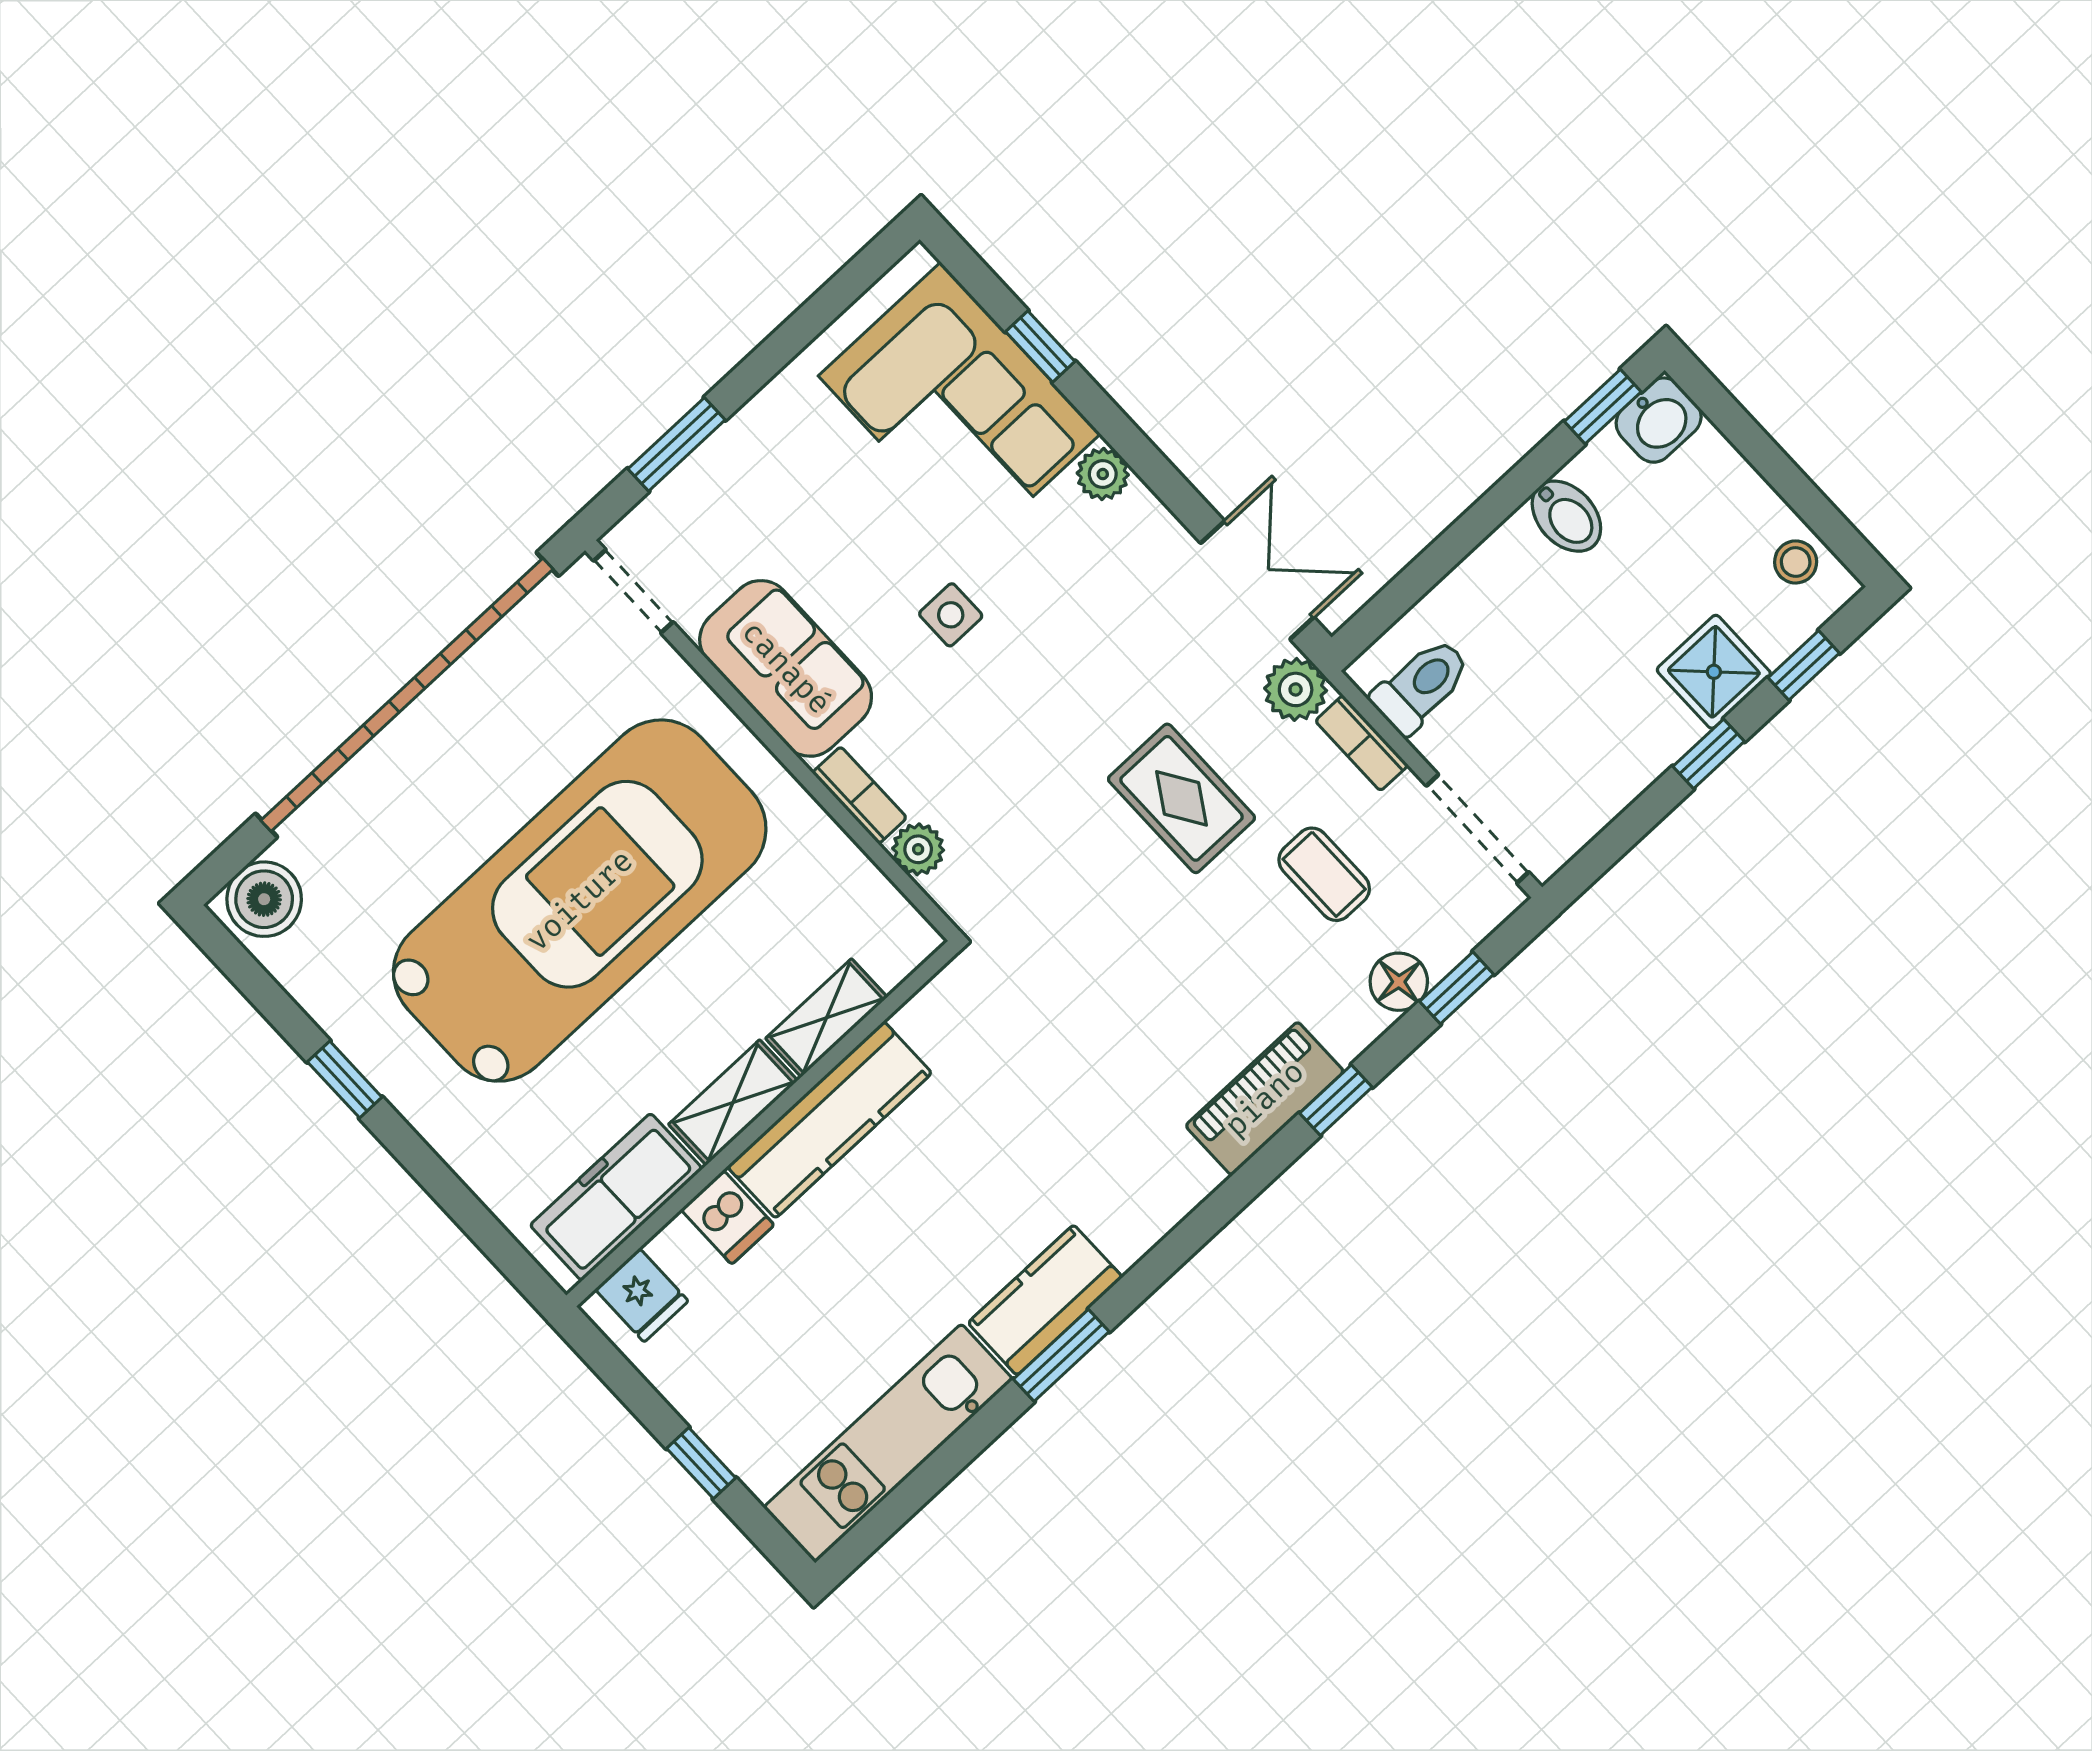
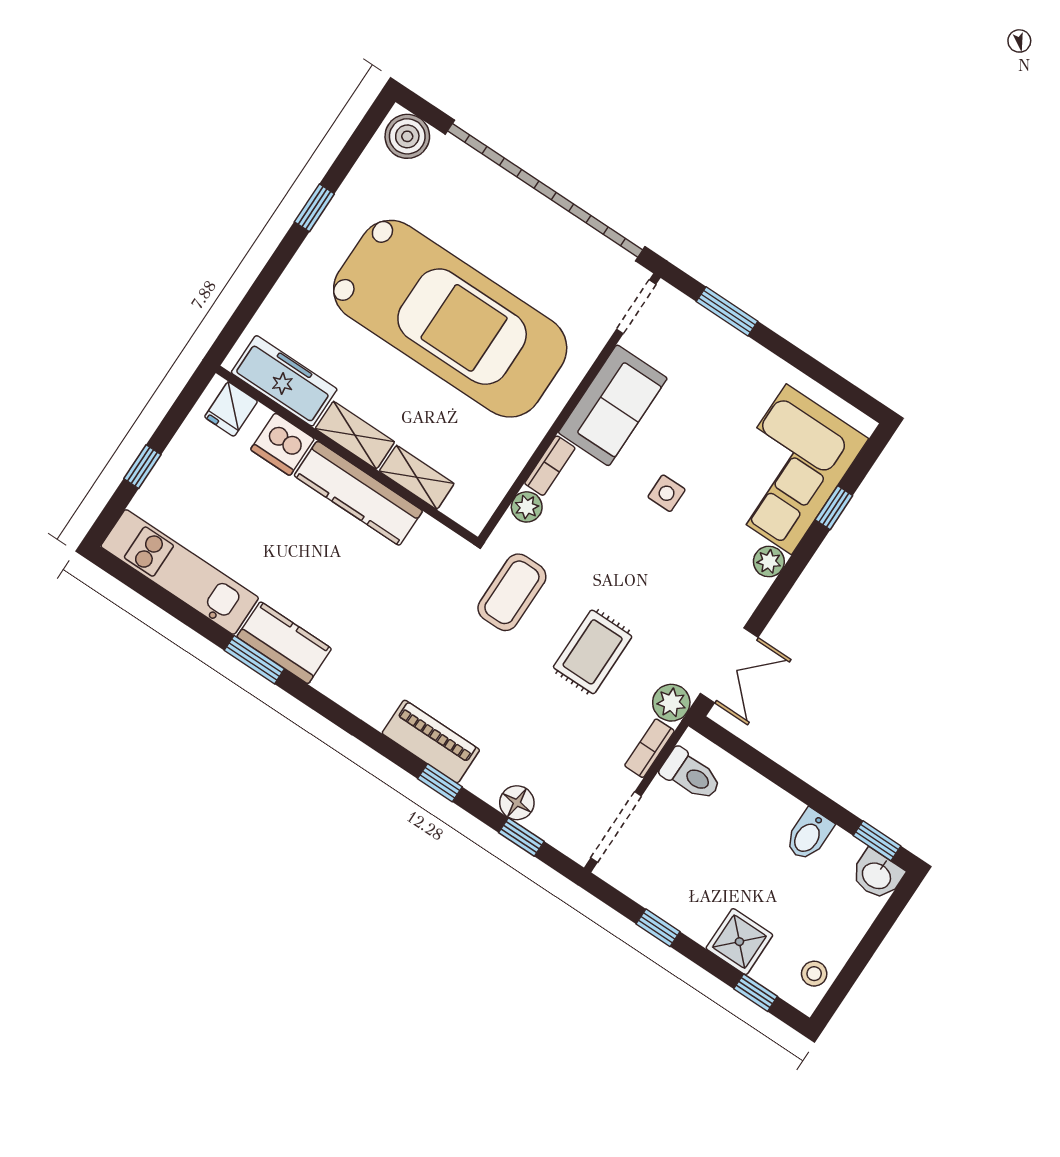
window: (1709, 754) -> (658, 928), moved
coffee table: (1324, 874) -> (512, 592), moved, width x1.36, depth x1.30
dishwasher: (727, 1217) -> (282, 444), width x1.38

